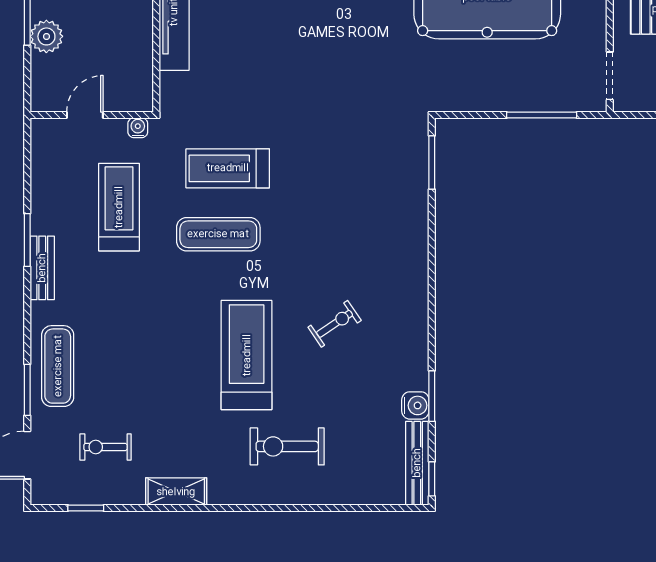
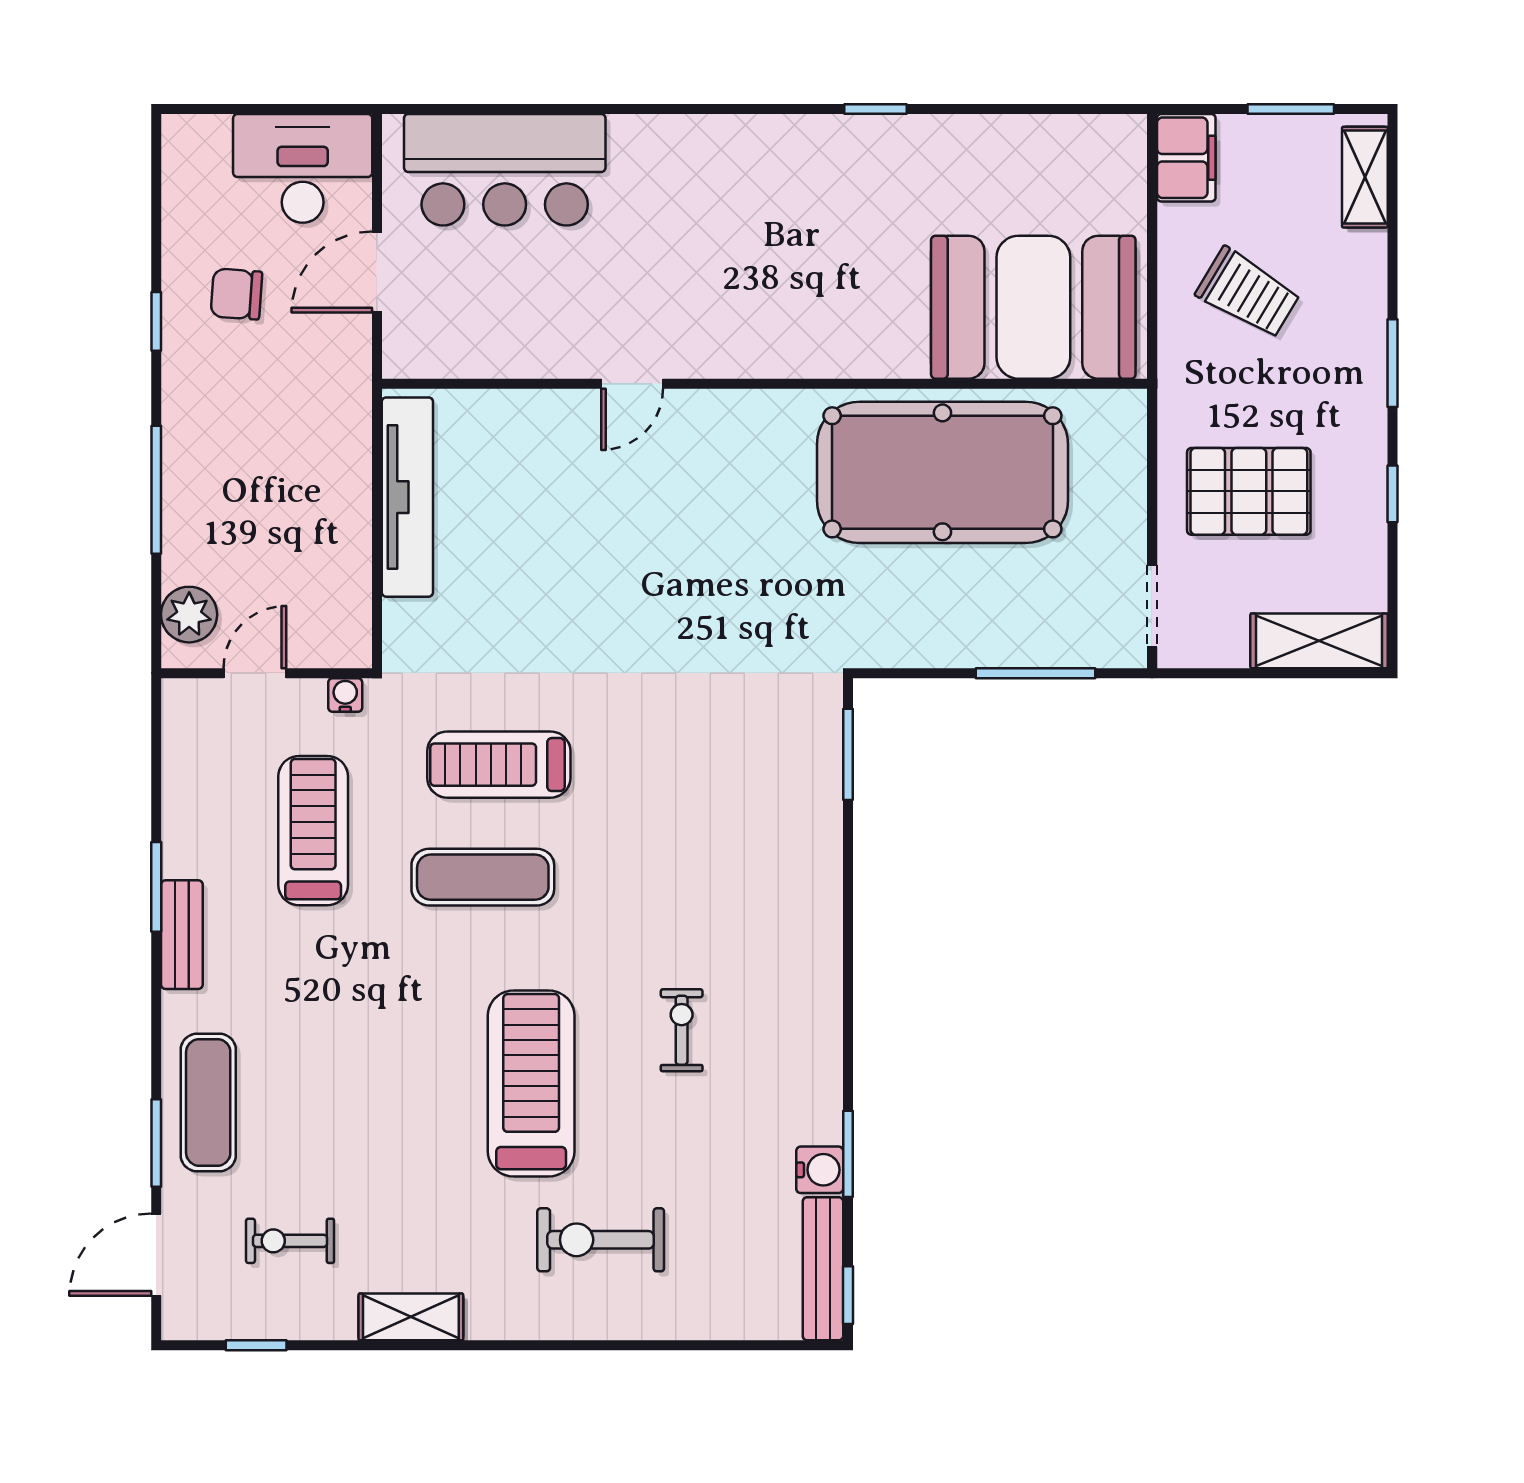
plant: (46, 36) -> (189, 615), moved
exercise bike: (335, 324) -> (682, 1030), turned -56

